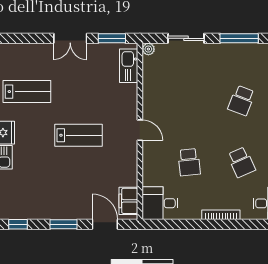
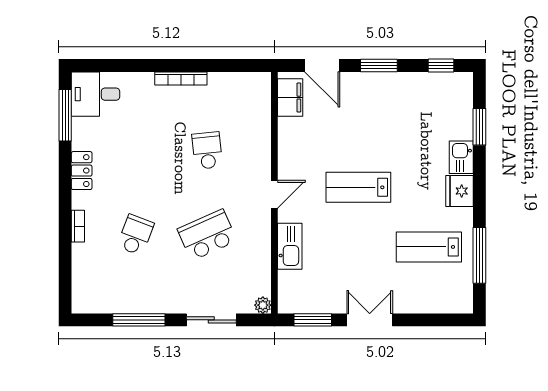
kitchen sink: (129, 66) -> (290, 246), moved
door: (140, 130) -> (274, 194), swing flipped
school desk: (241, 162) -> (207, 235), moved, width x1.85
desk: (160, 203) -> (247, 94), removed
bookcase: (221, 215) -> (181, 78), moved

